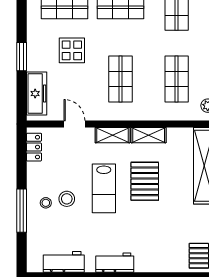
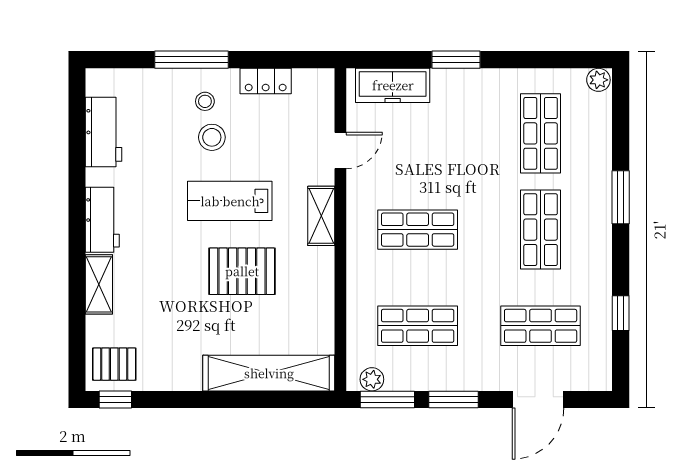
display table: (72, 50) -> (467, 146), removed
shelving: (149, 135) -> (99, 284), moved
locker: (34, 147) -> (266, 81), moved

